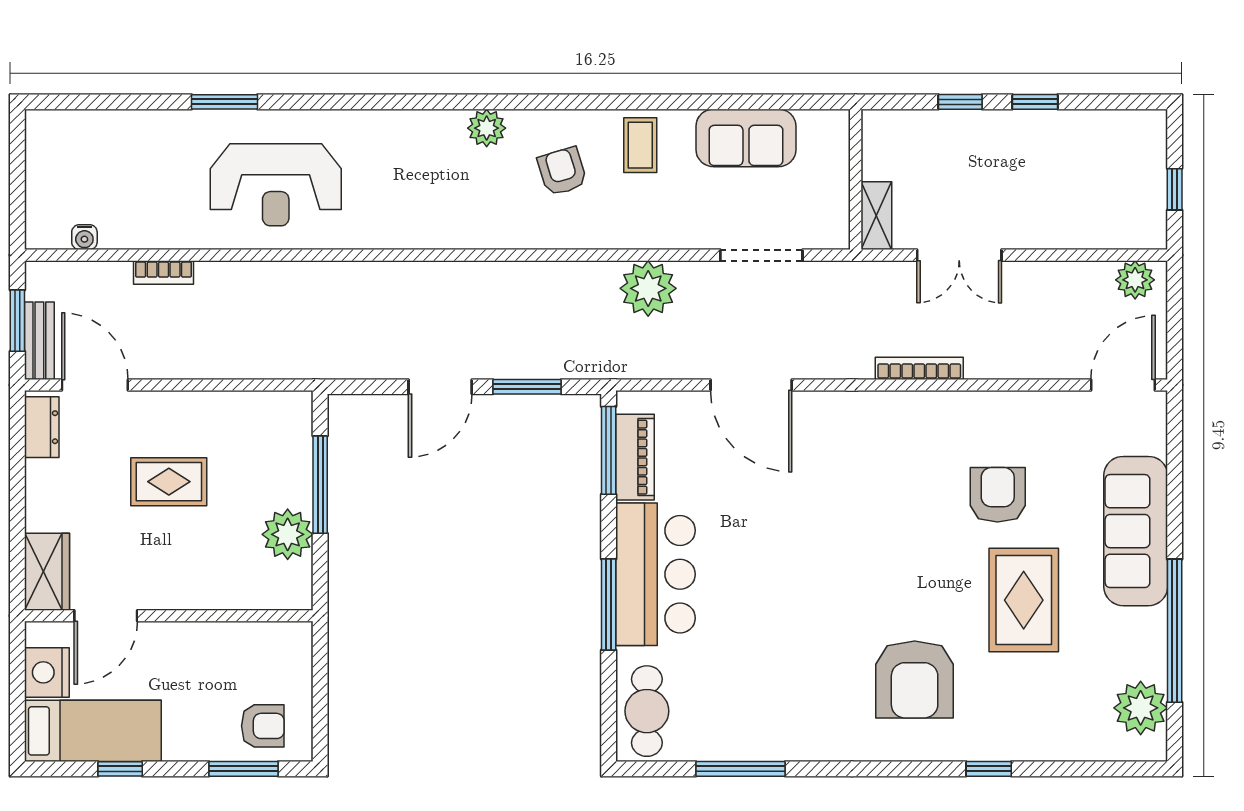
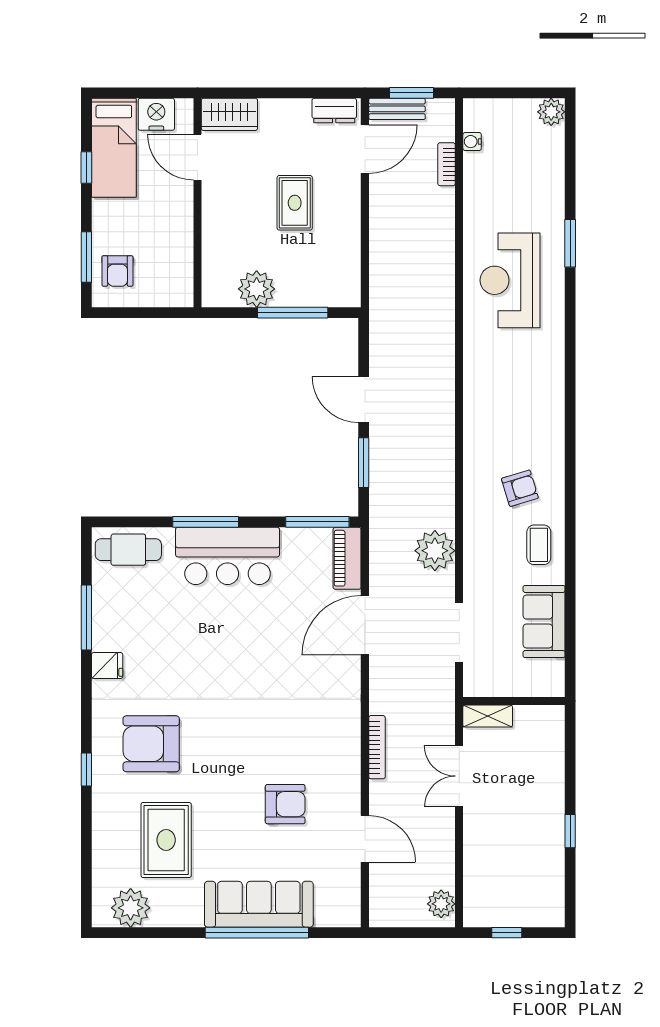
window: (960, 102) -> (570, 777), removed
plant: (487, 128) -> (551, 112), moved
coffee table: (640, 145) -> (539, 545), turned 90
bookcase: (164, 272) -> (446, 164), moved
door: (1123, 385) -> (365, 839), moved
piano: (635, 457) -> (347, 558), moved, turned 90
rug: (1024, 600) -> (166, 840), moved, turned 90
window: (1175, 631) -> (257, 933), moved
fridge: (807, 740) -> (107, 665), added
window: (989, 769) -> (86, 770), moved

